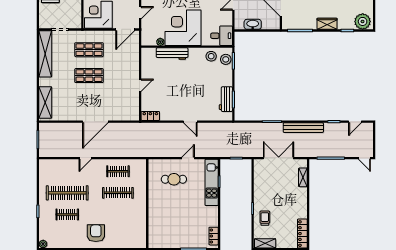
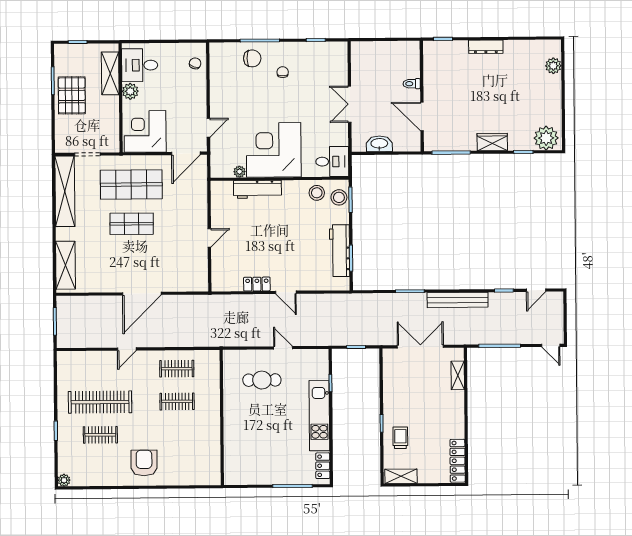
shop shelf: (89, 50) -> (131, 185), width x1.43, depth x1.36
workbench: (226, 99) -> (340, 251), width x1.37
locker: (150, 116) -> (257, 284), moved
door: (188, 158) -> (283, 348), hinge flipped
kitchen unit: (212, 182) -> (319, 416), moved
clothes rail: (118, 193) -> (177, 401), width x0.73

